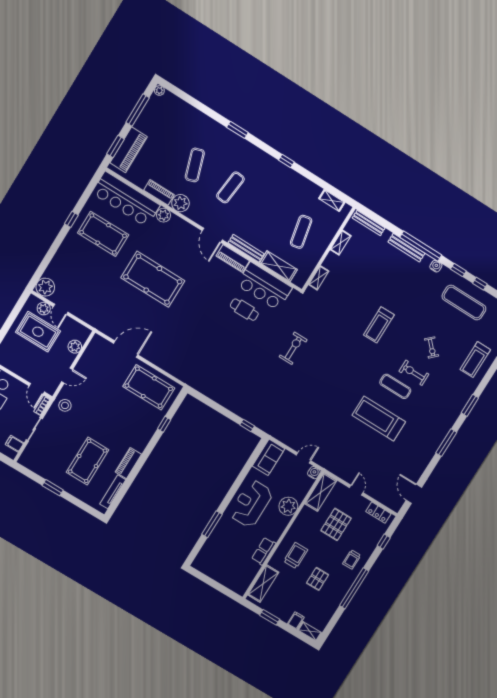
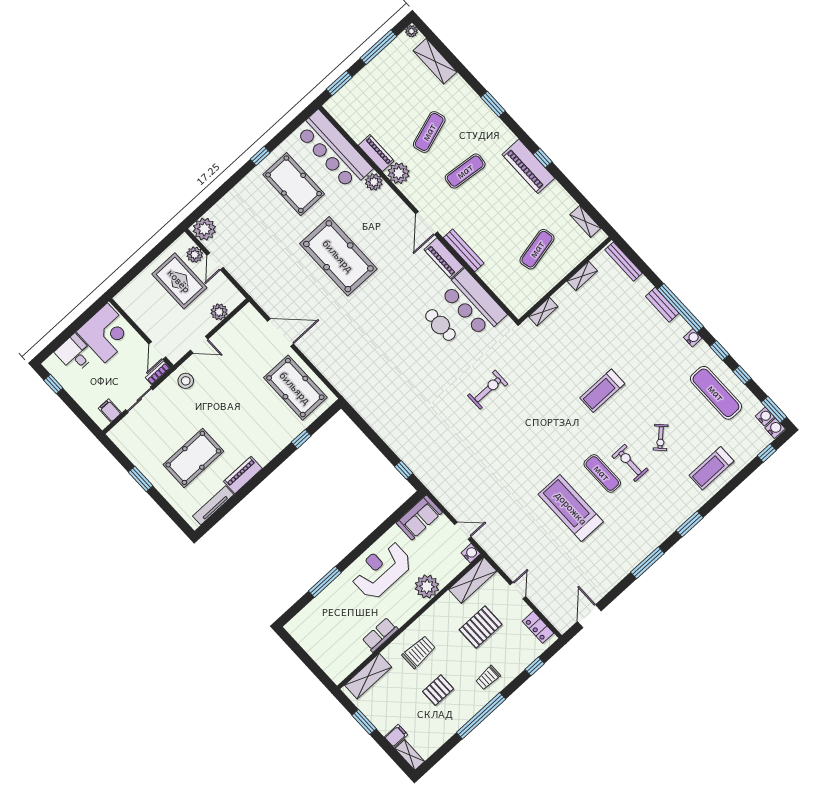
piano: (129, 150) -> (528, 166), moved, turned 90
bench: (406, 248) -> (662, 305), width x0.73
shelving: (279, 266) -> (435, 61), moved

